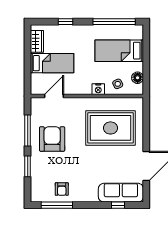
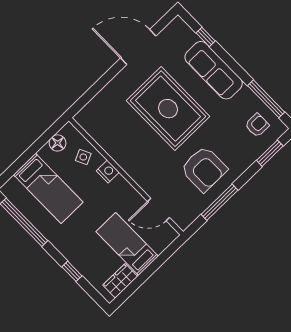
rug: (111, 128) -> (168, 109), moved
armchair: (52, 139) -> (204, 169), turned -90
window: (28, 166) -> (270, 153), moved
armchair: (62, 189) -> (257, 125), moved
sofa: (121, 193) -> (214, 70), moved

